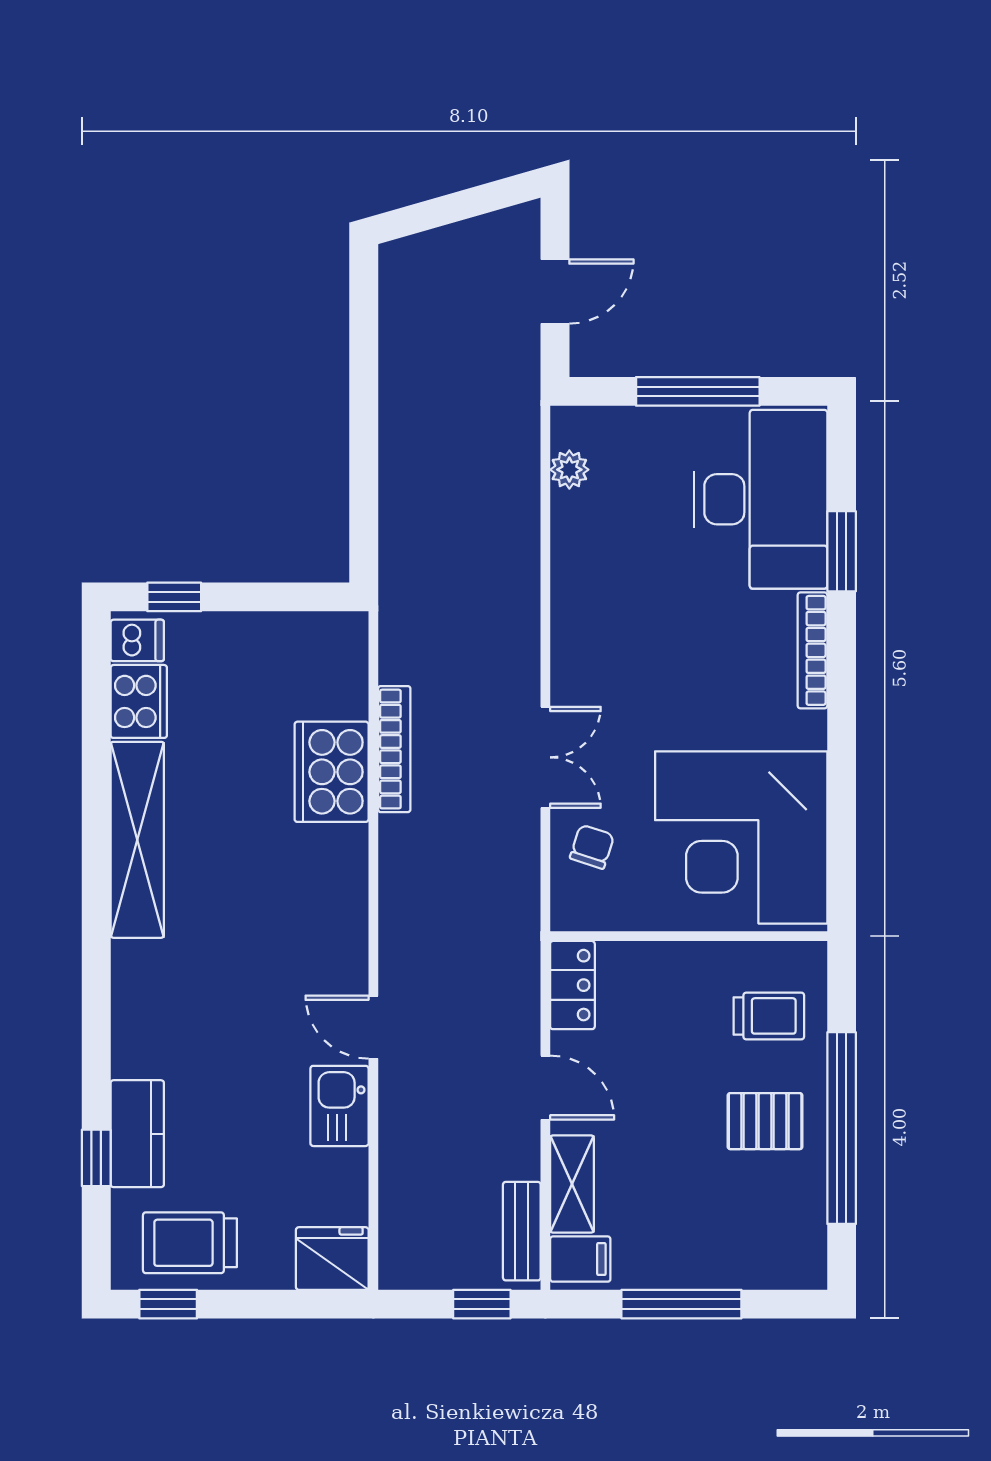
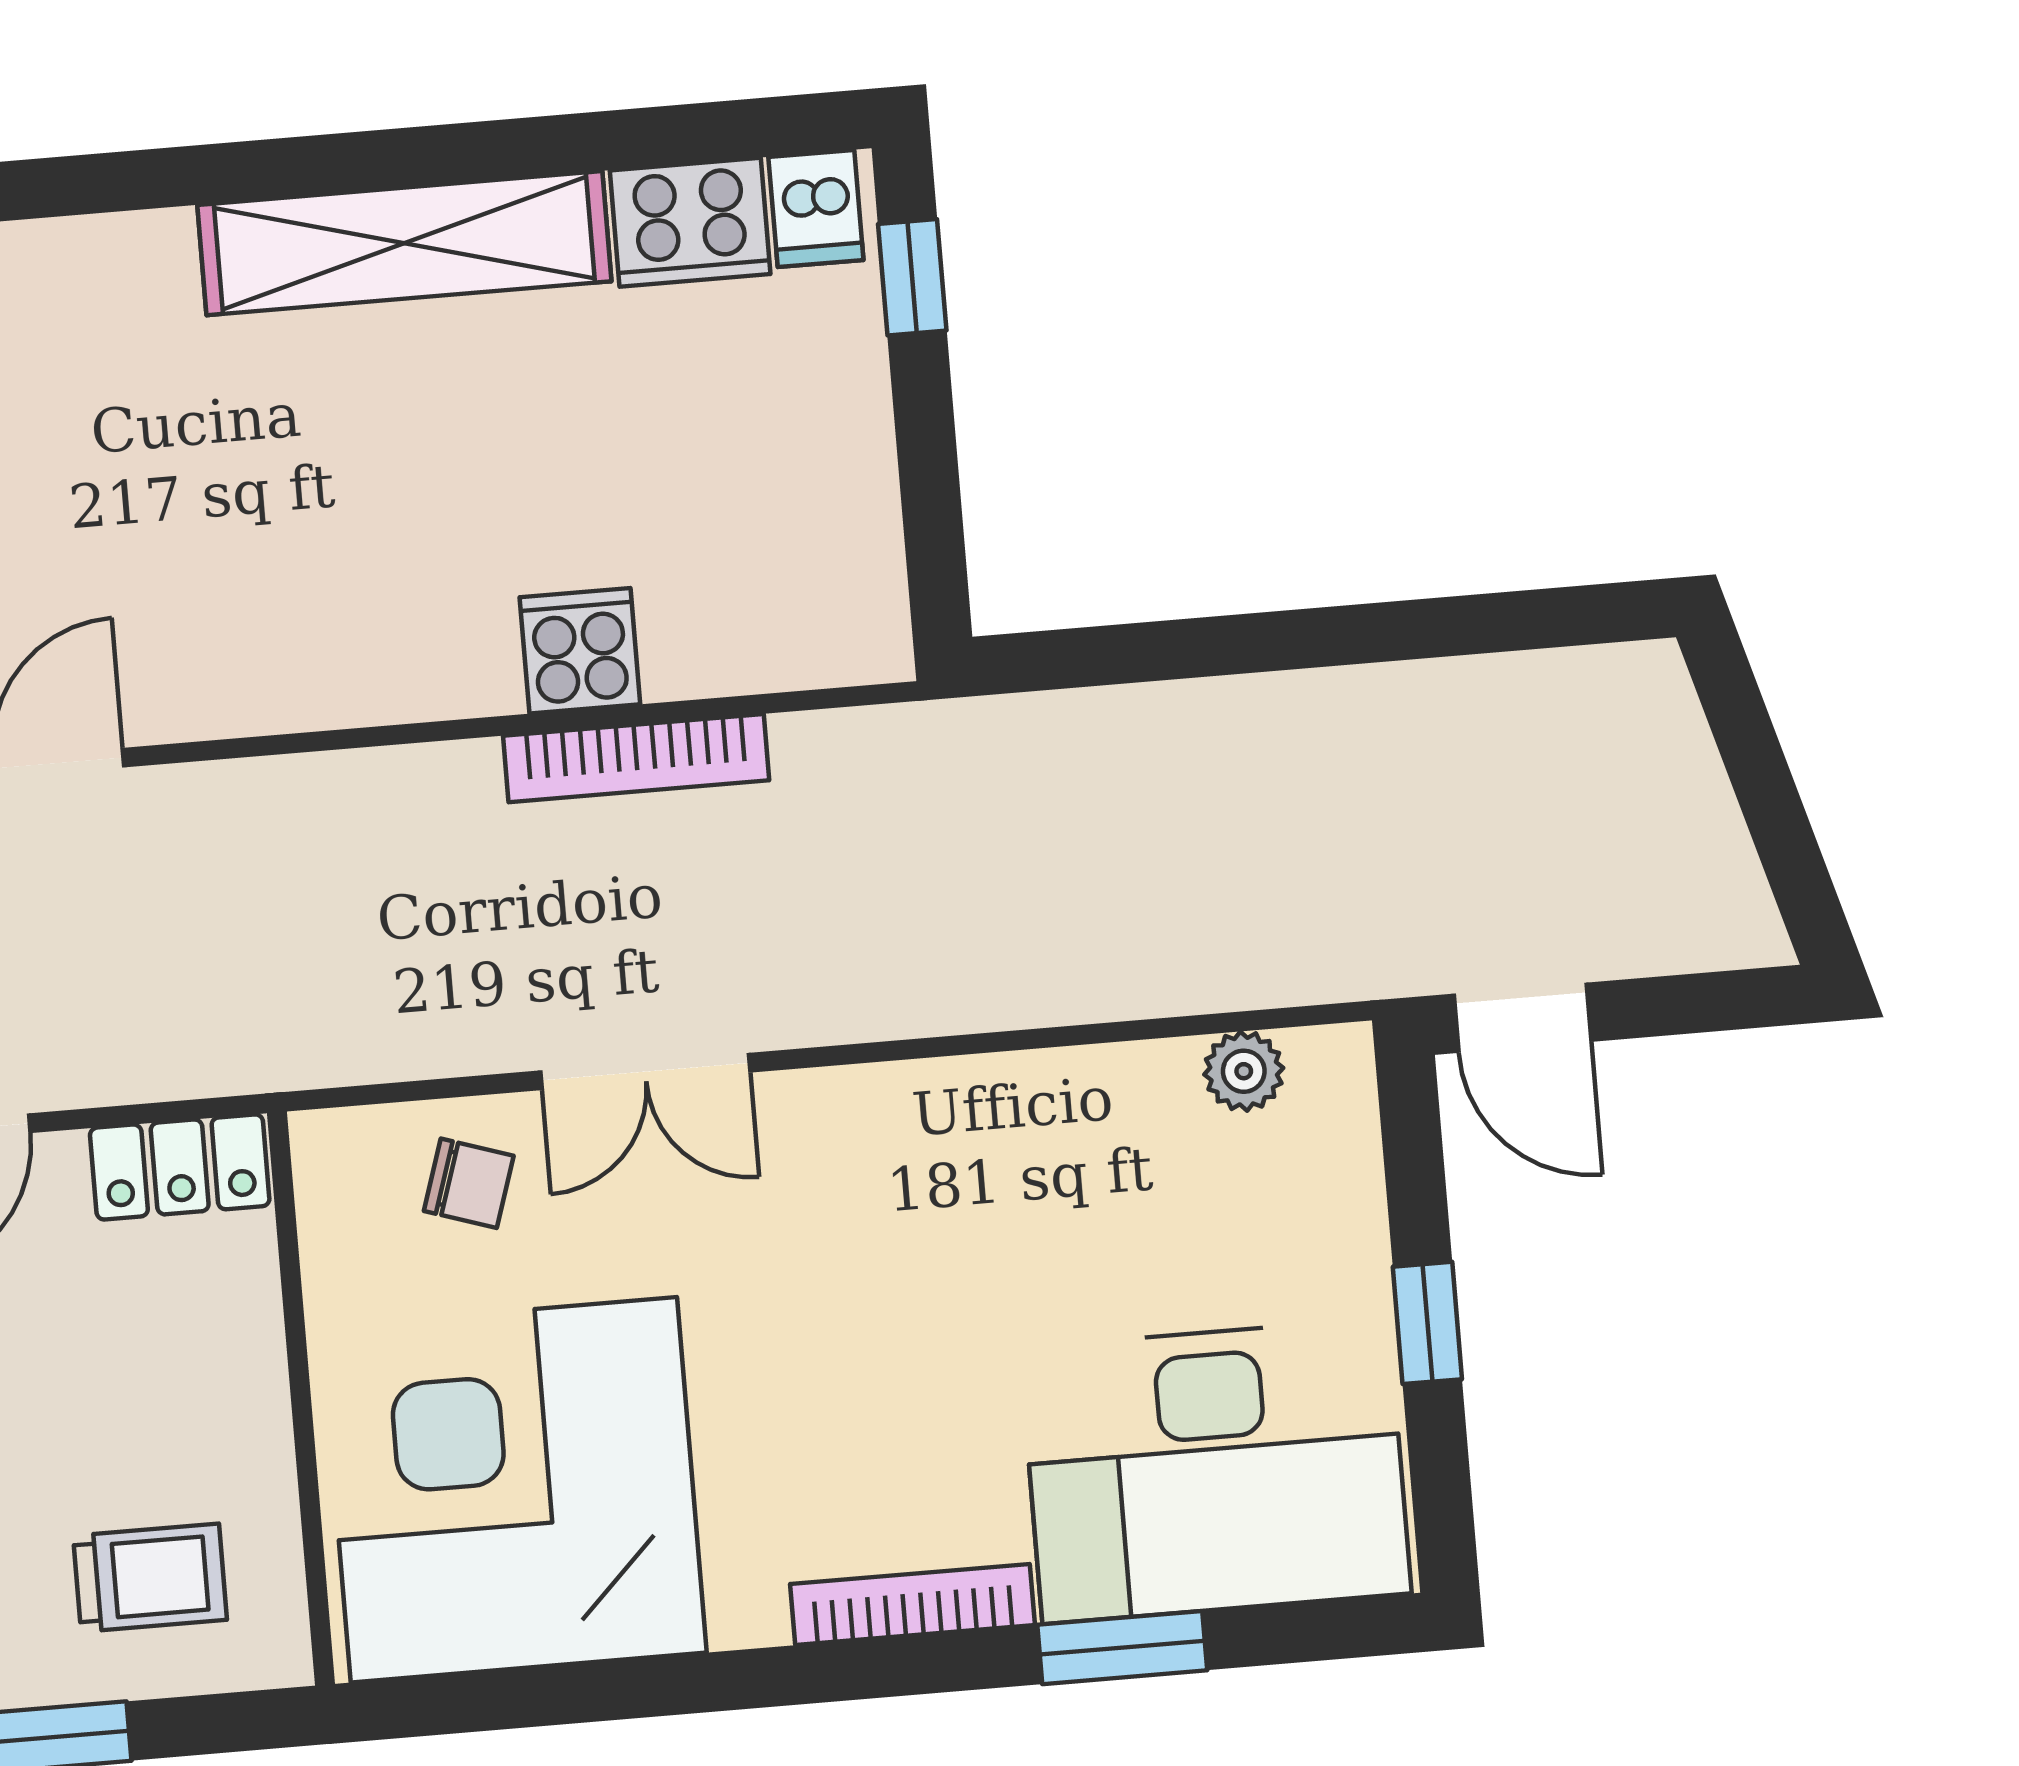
door: (555, 291) -> (1522, 1018), moved
window: (698, 391) -> (1427, 1323), width x0.46
cooker: (332, 772) -> (580, 651), width x0.53, depth x0.76
trolley: (769, 1016) -> (150, 1578), turned -90

